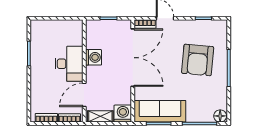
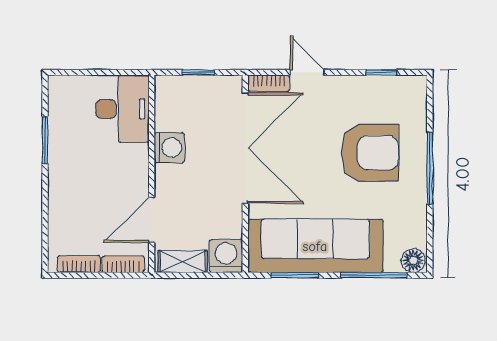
armchair: (198, 60) -> (370, 153), turned -95
desk: (69, 64) -> (122, 109), moved
sofa: (160, 111) -> (315, 246), width x1.36, depth x1.27

